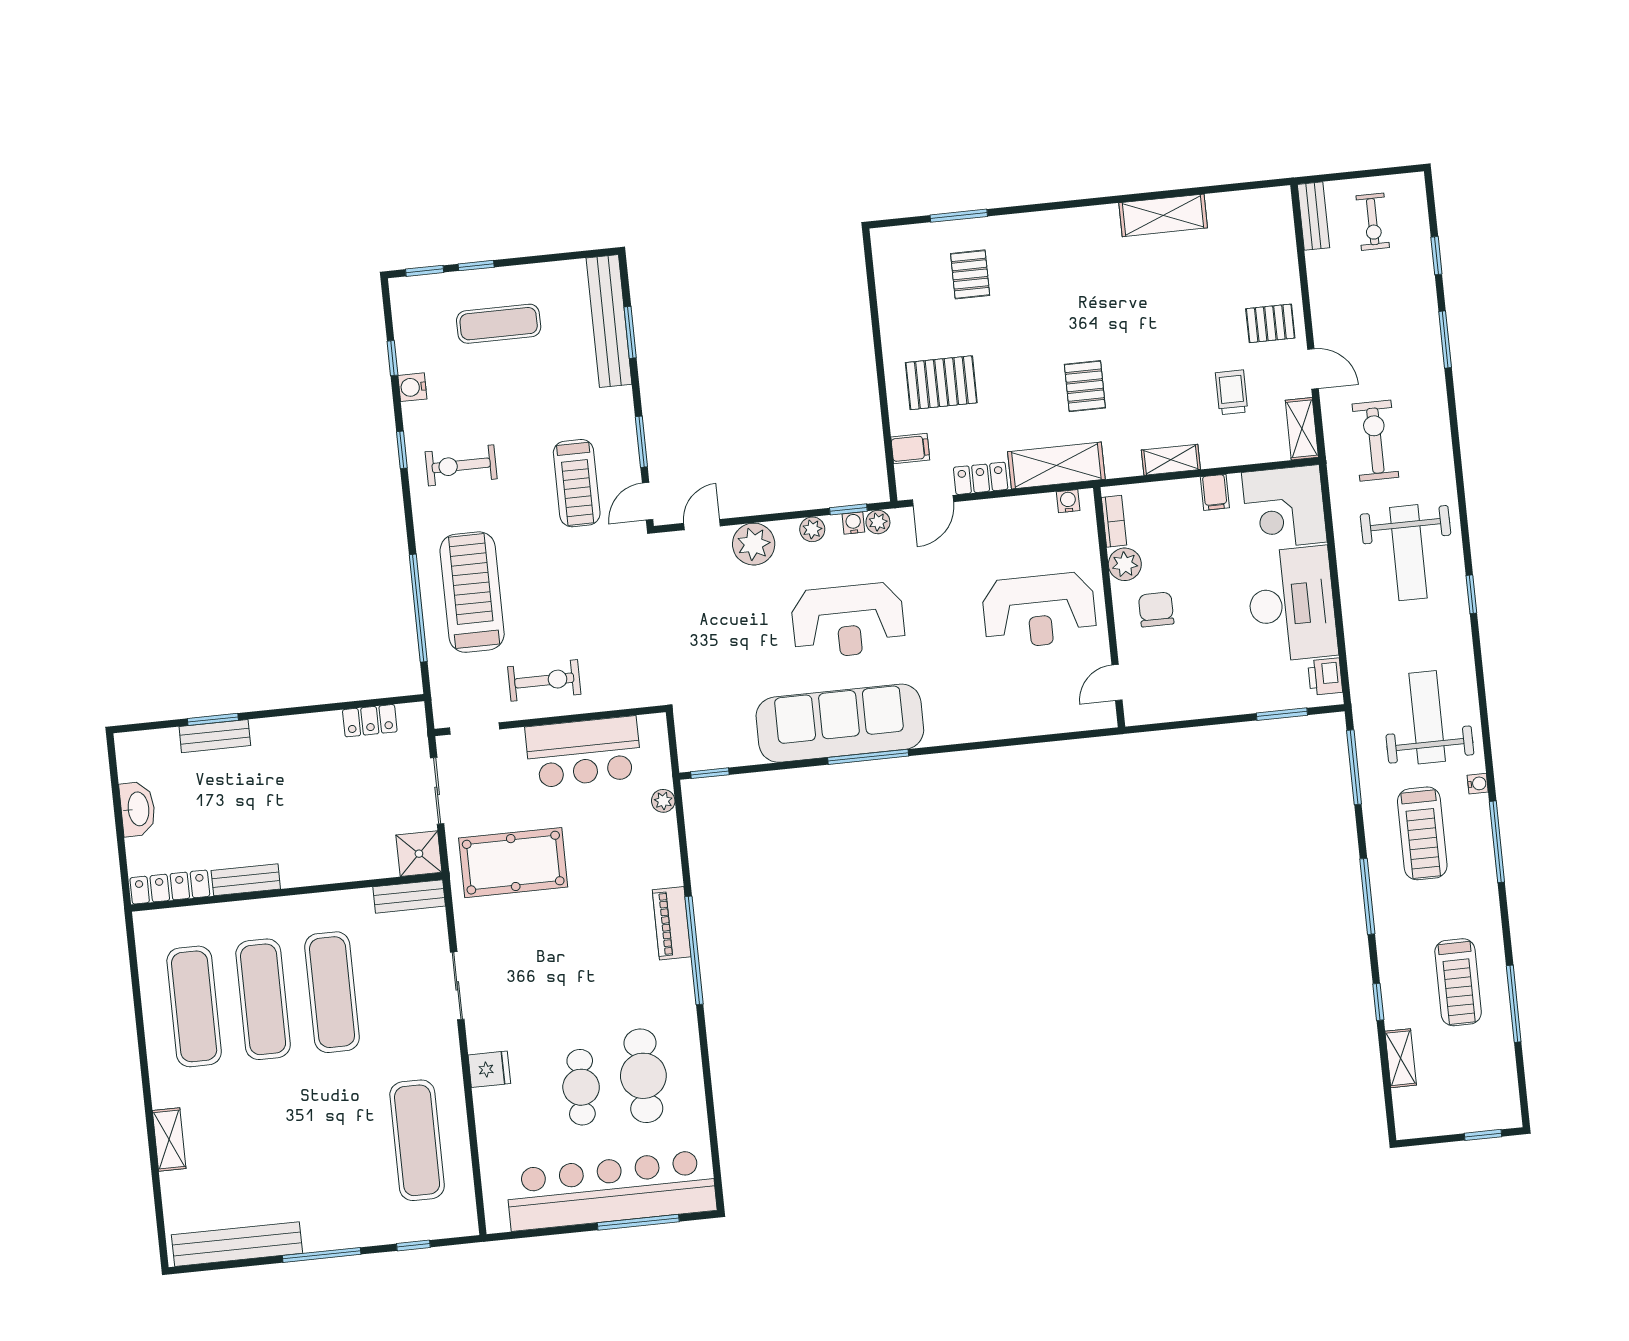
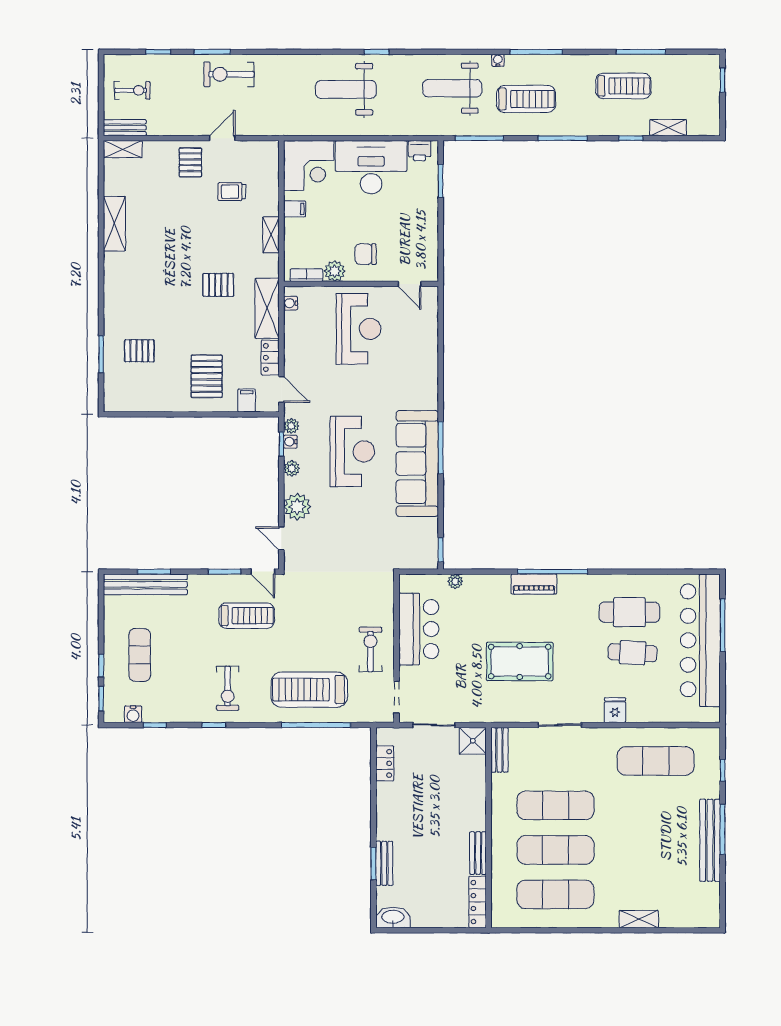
water cooler: (412, 387) -> (133, 714), moved
shelving: (1302, 429) -> (123, 149), moved
exercise bike: (1375, 441) -> (229, 74), moved
weight bench: (1408, 553) -> (346, 89), turned 180
washbasin: (138, 809) -> (393, 917), moved
pool table: (513, 863) -> (520, 662), moved, turned 90
bench: (237, 1244) -> (710, 840), moved

